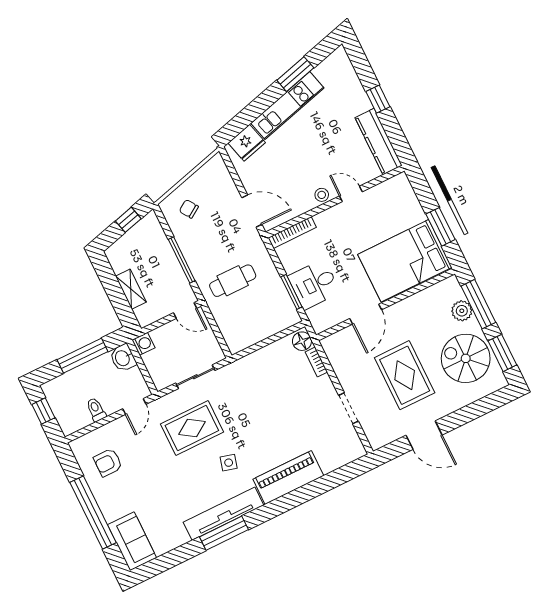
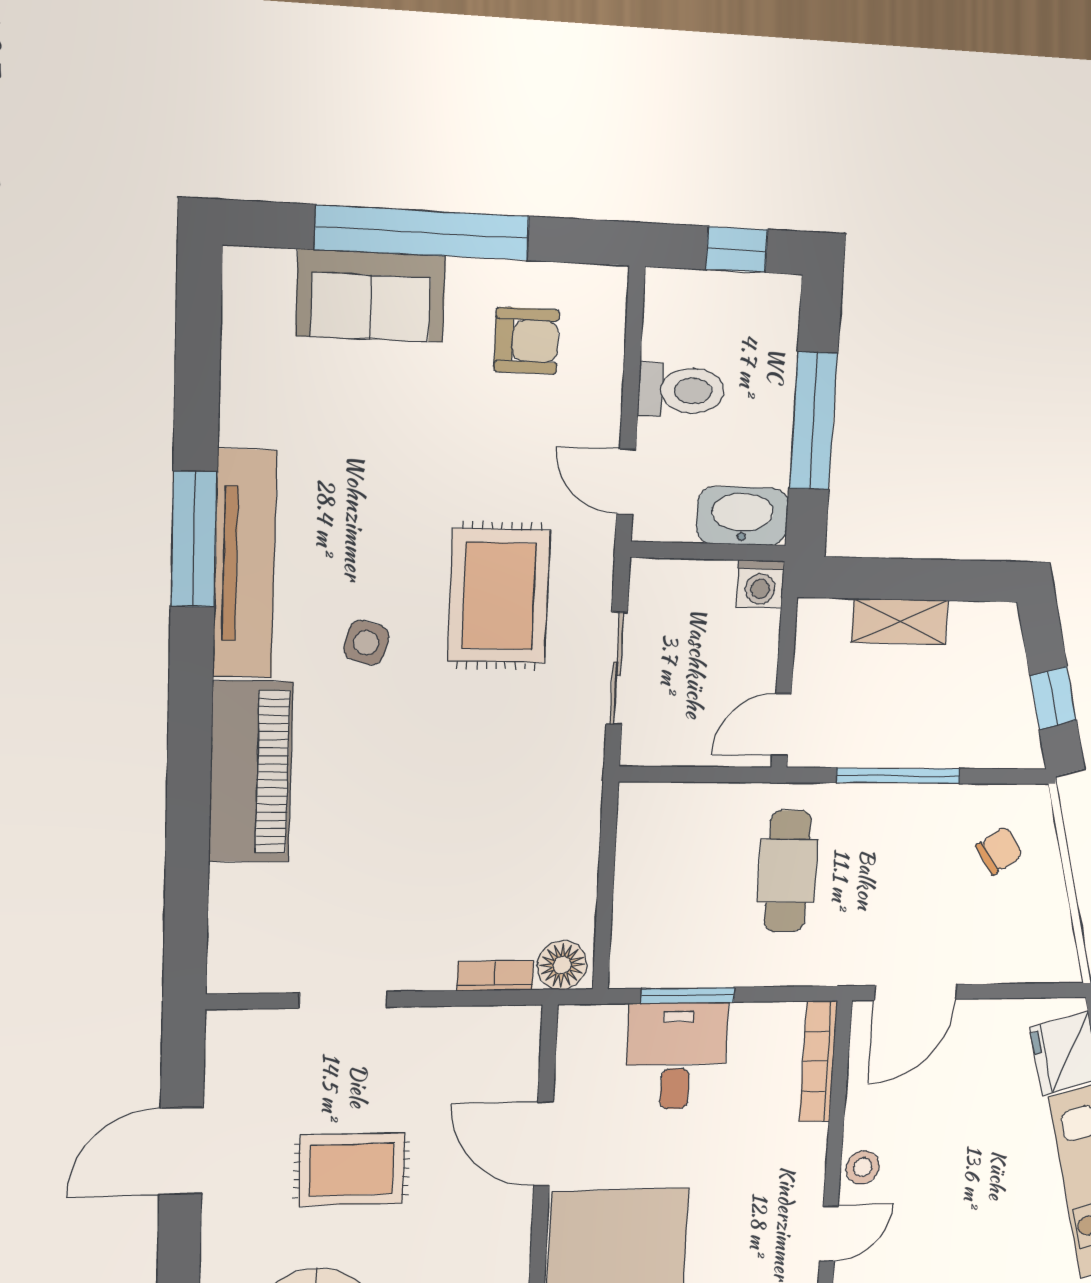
washbasin: (123, 358) -> (742, 516), width x1.38
rug: (405, 375) -> (352, 1170), width x0.73, depth x0.70
toilet: (96, 410) -> (681, 390), width x1.37, depth x1.39
armchair: (108, 463) -> (527, 341), turned 90
sofa: (132, 541) -> (371, 296), moved

